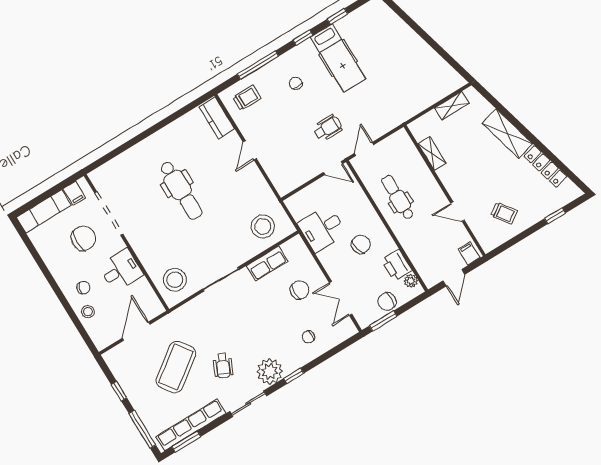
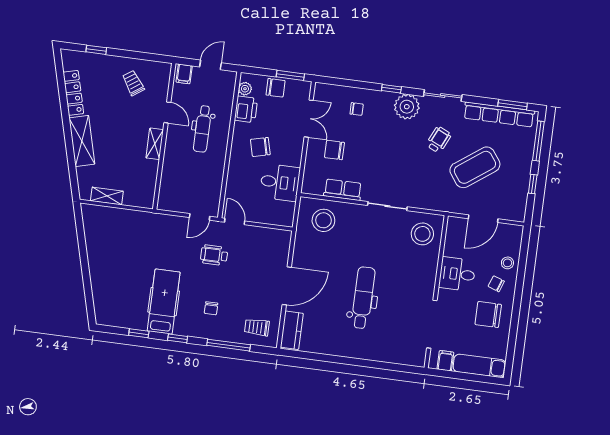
door: (250, 150) -> (287, 286), width x1.88
shelving: (432, 154) -> (155, 144), moved
dental chair: (398, 197) -> (202, 129), moved
chair: (83, 238) -> (488, 314), moved

